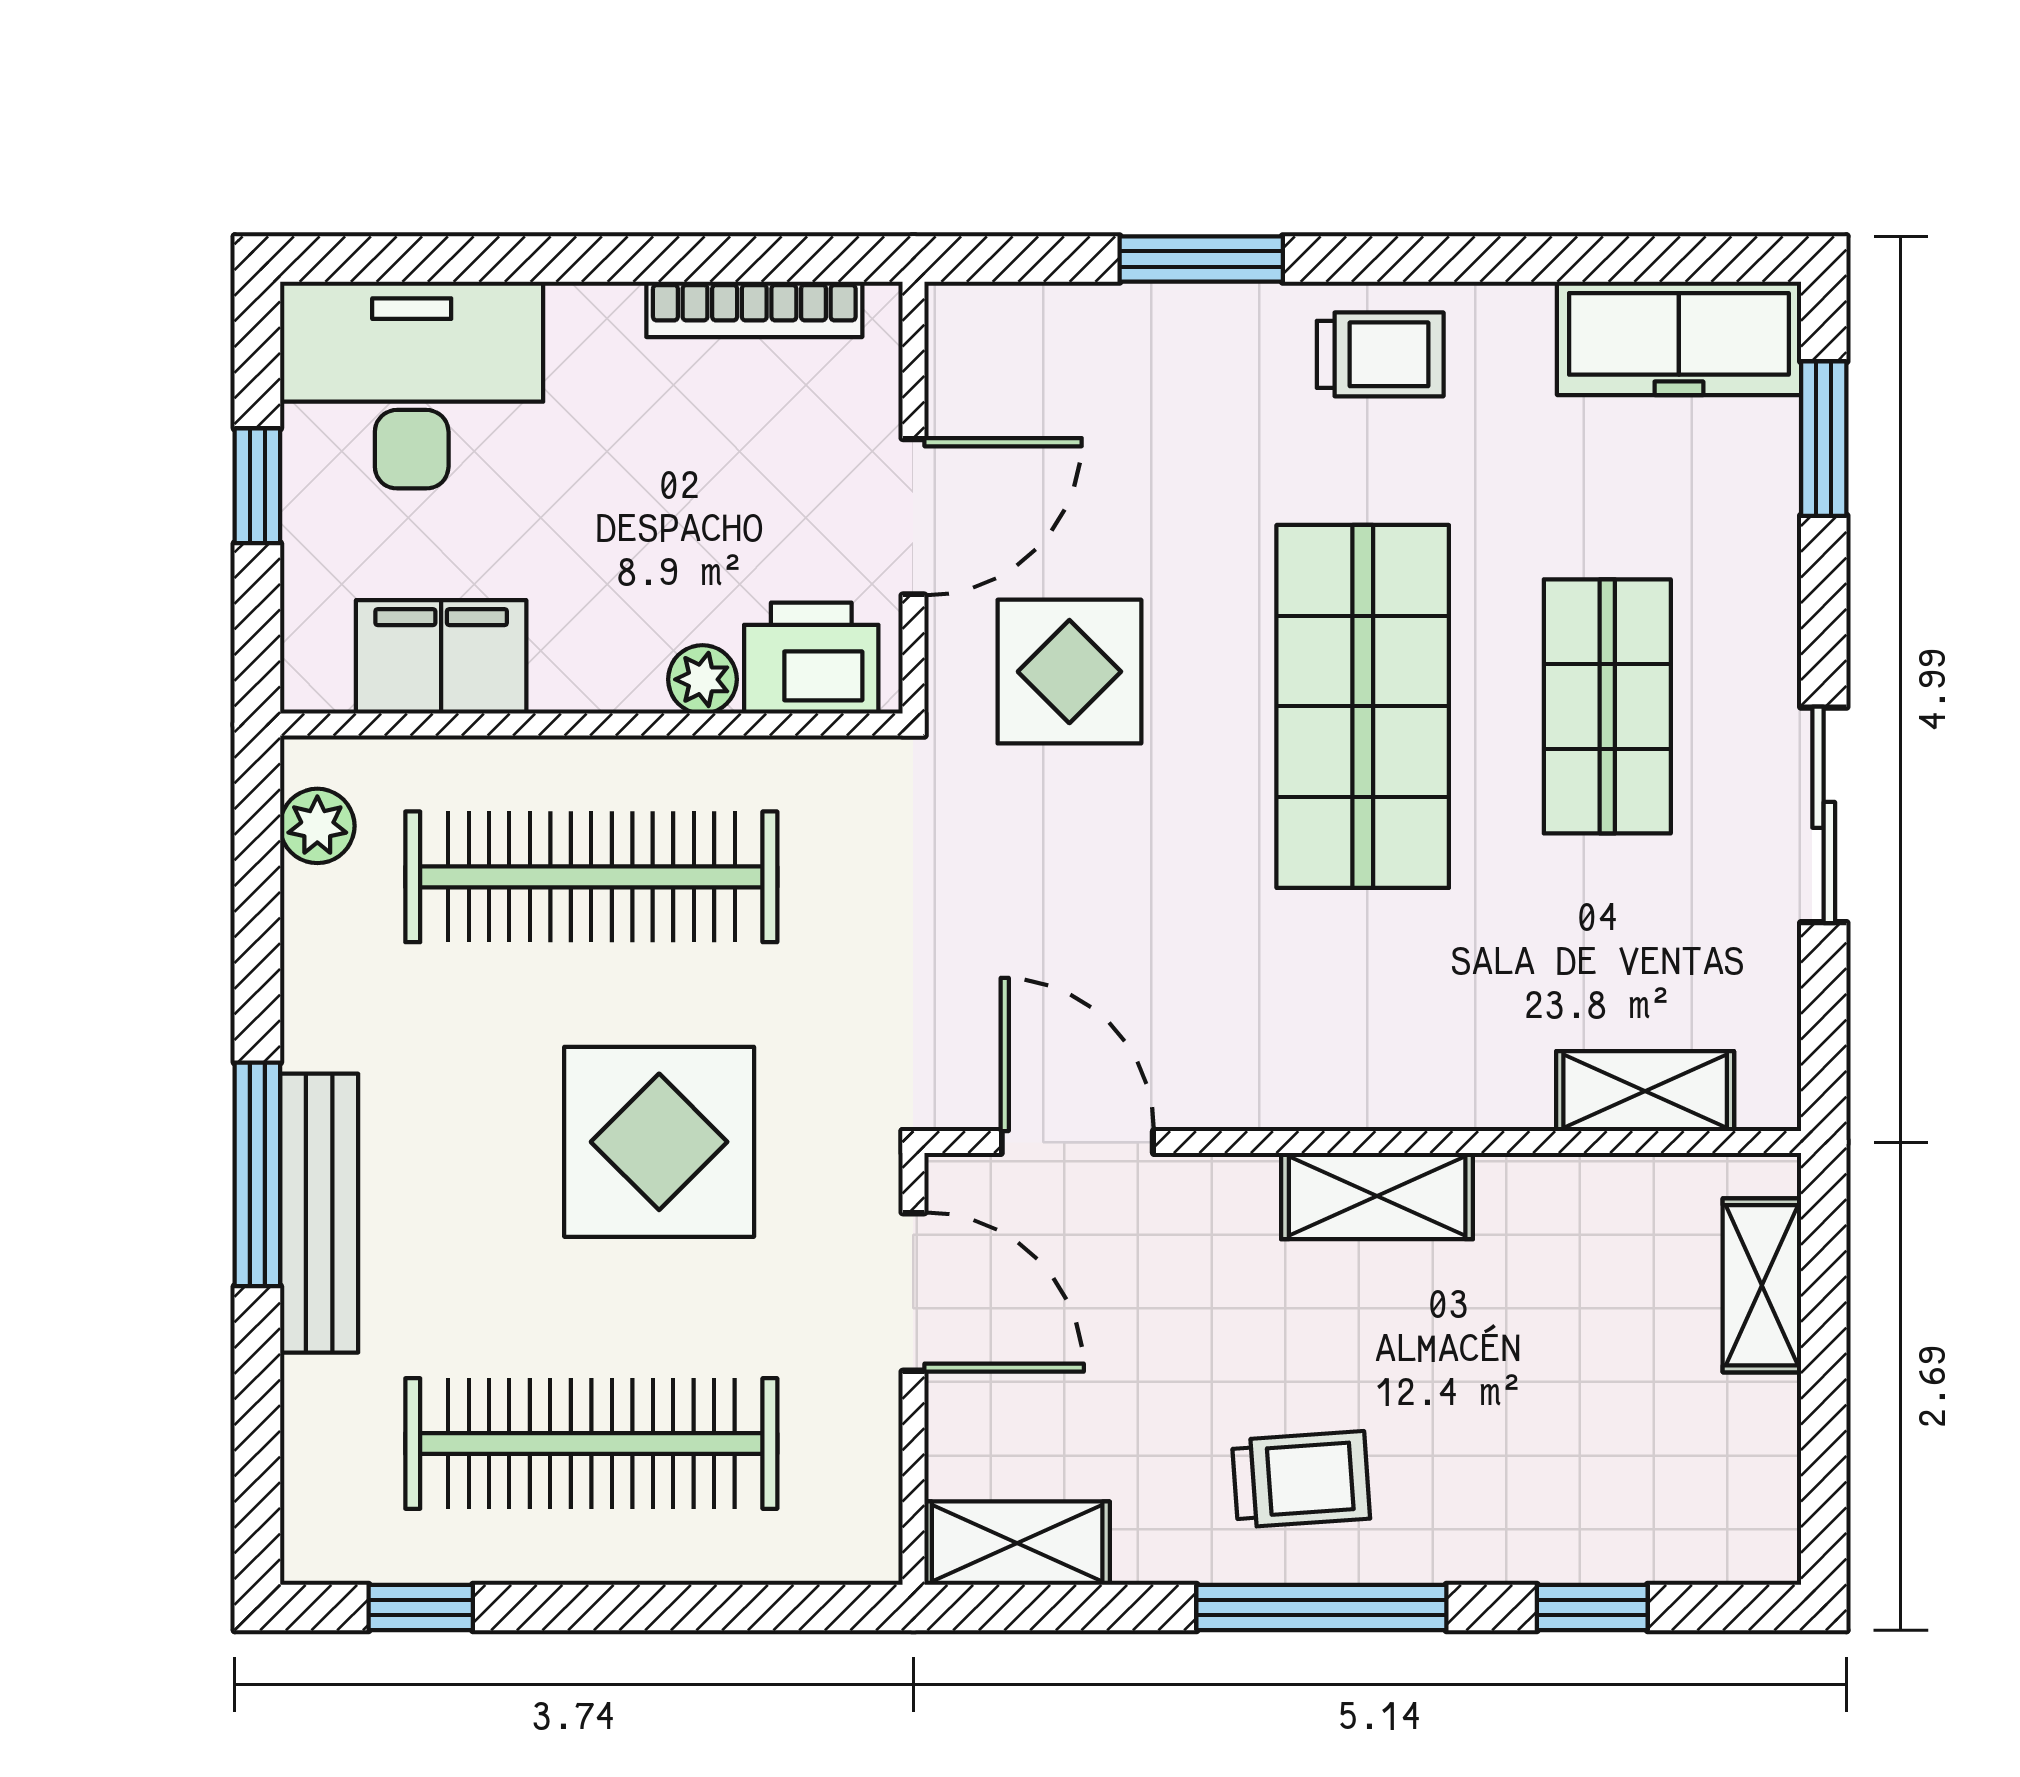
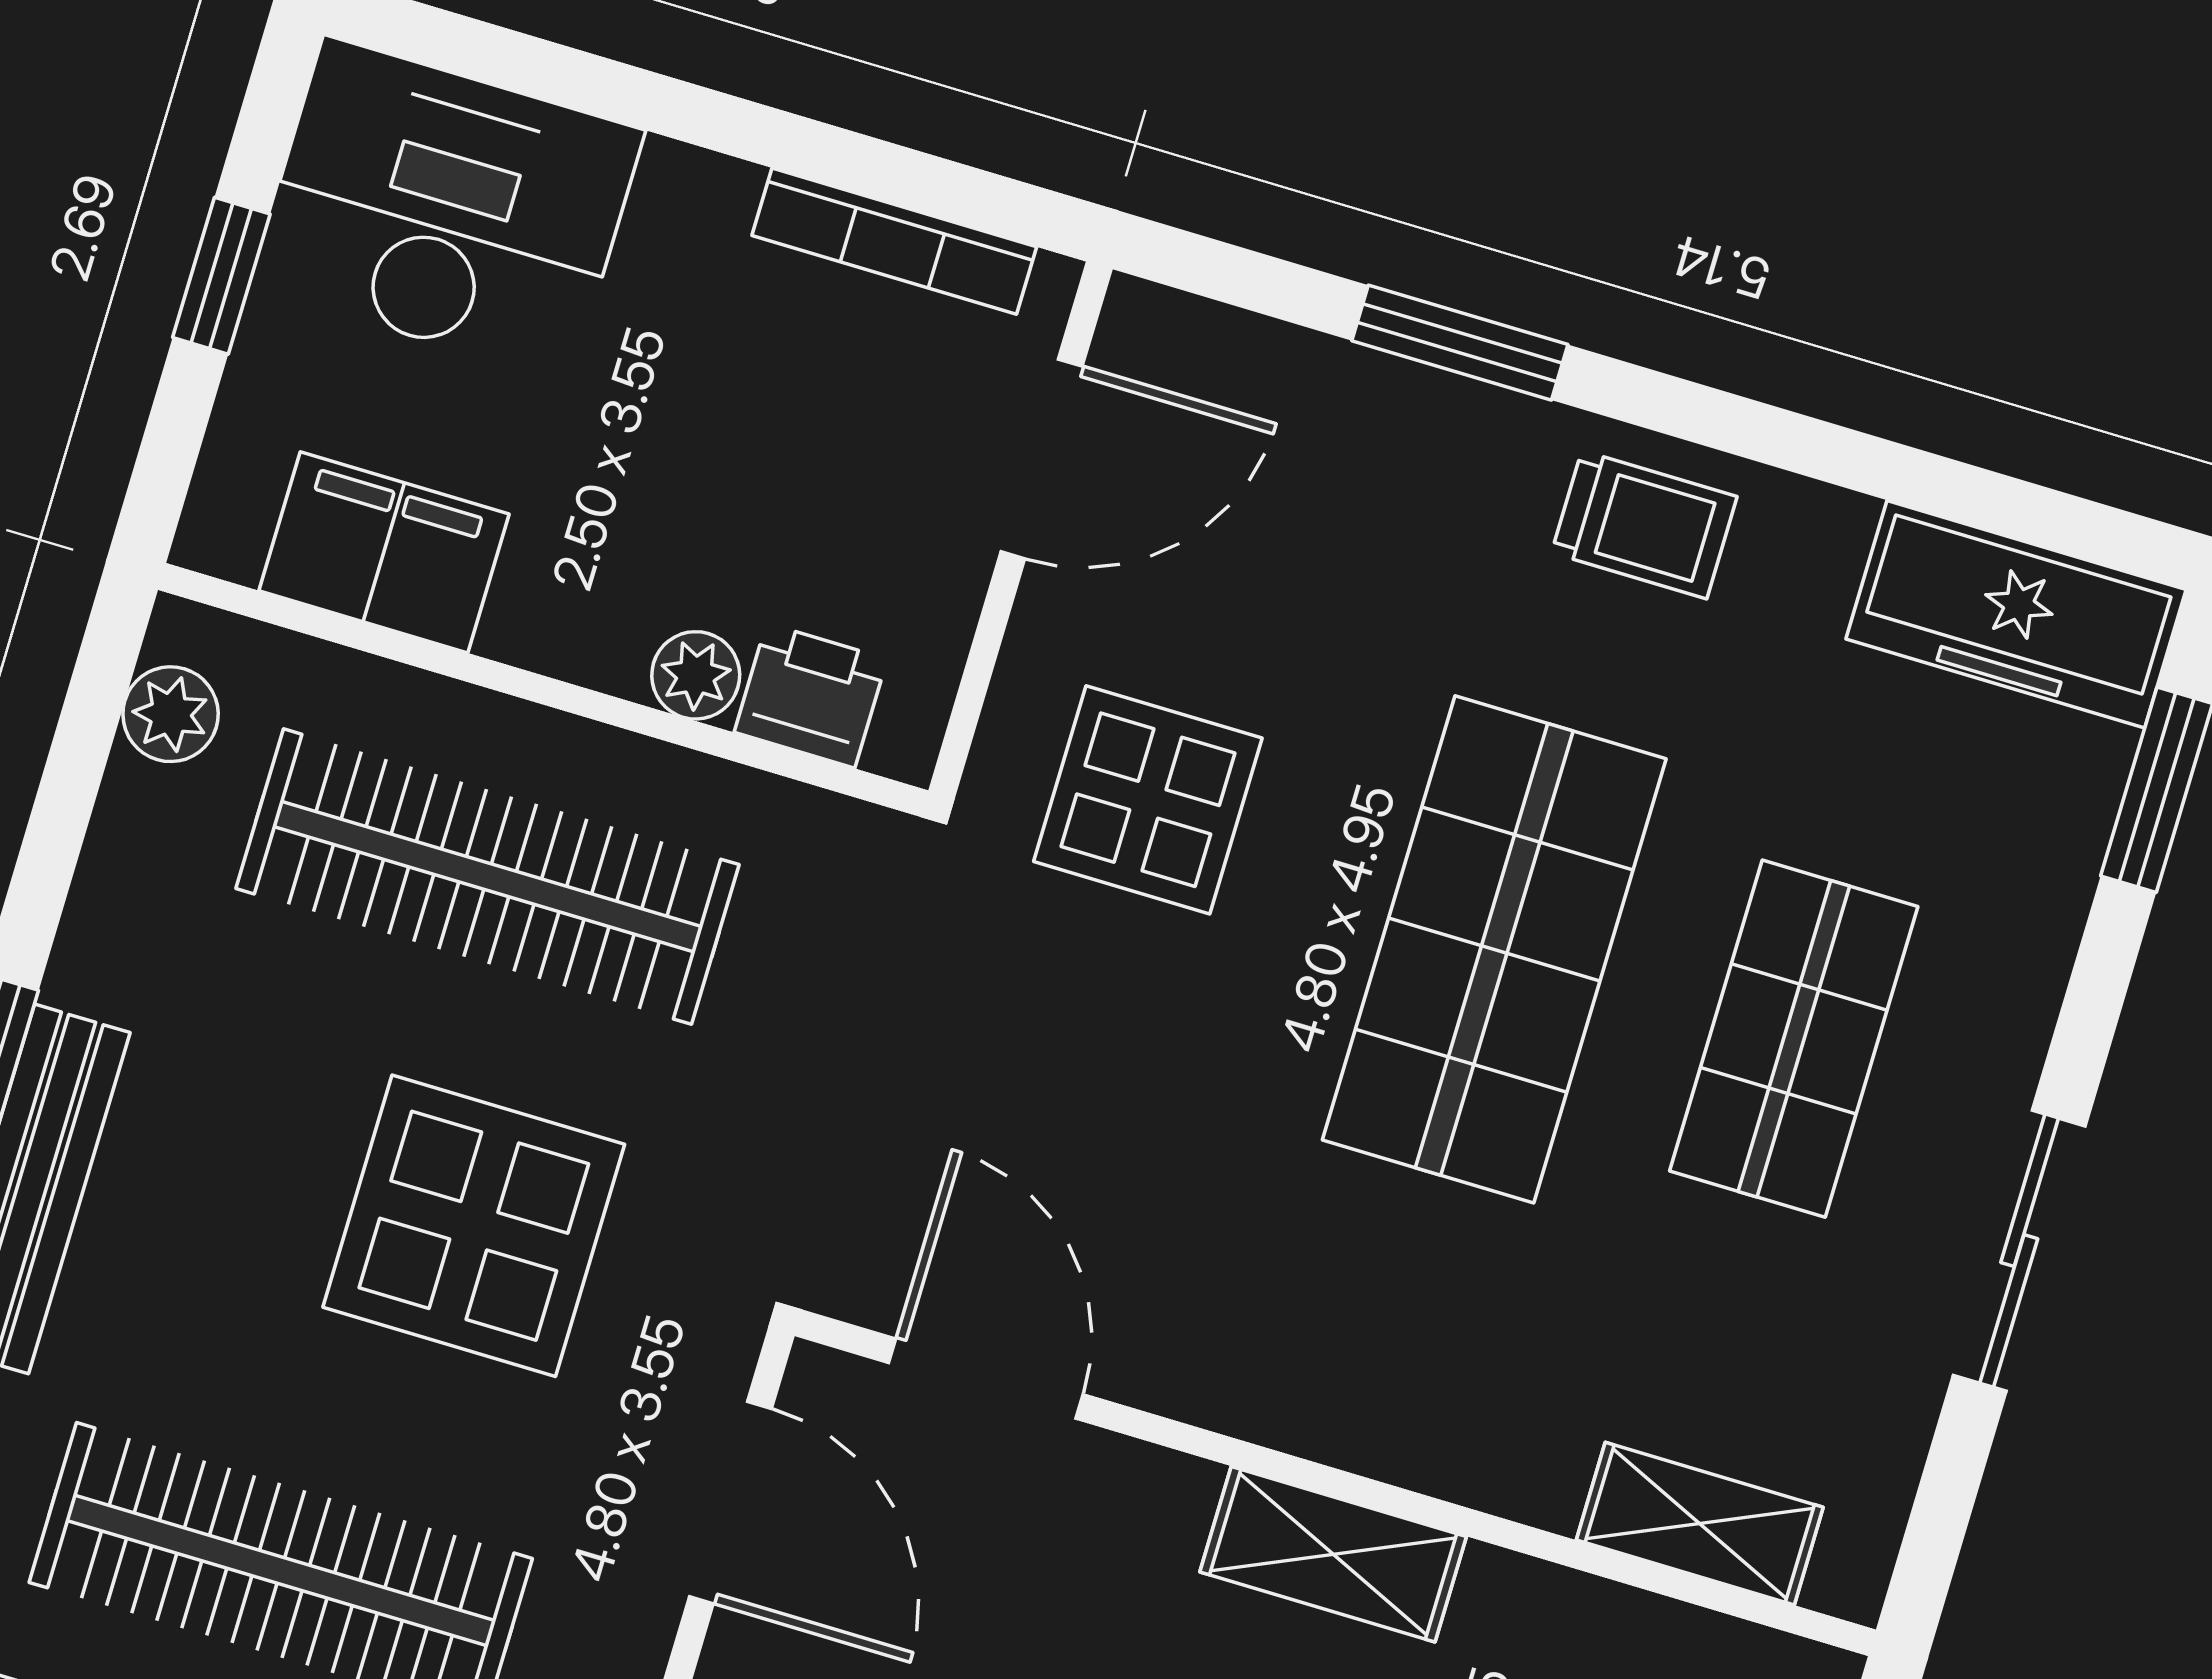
door: (913, 517) -> (1042, 459), moved
printer: (811, 658) -> (811, 696), width x0.73, depth x0.81

